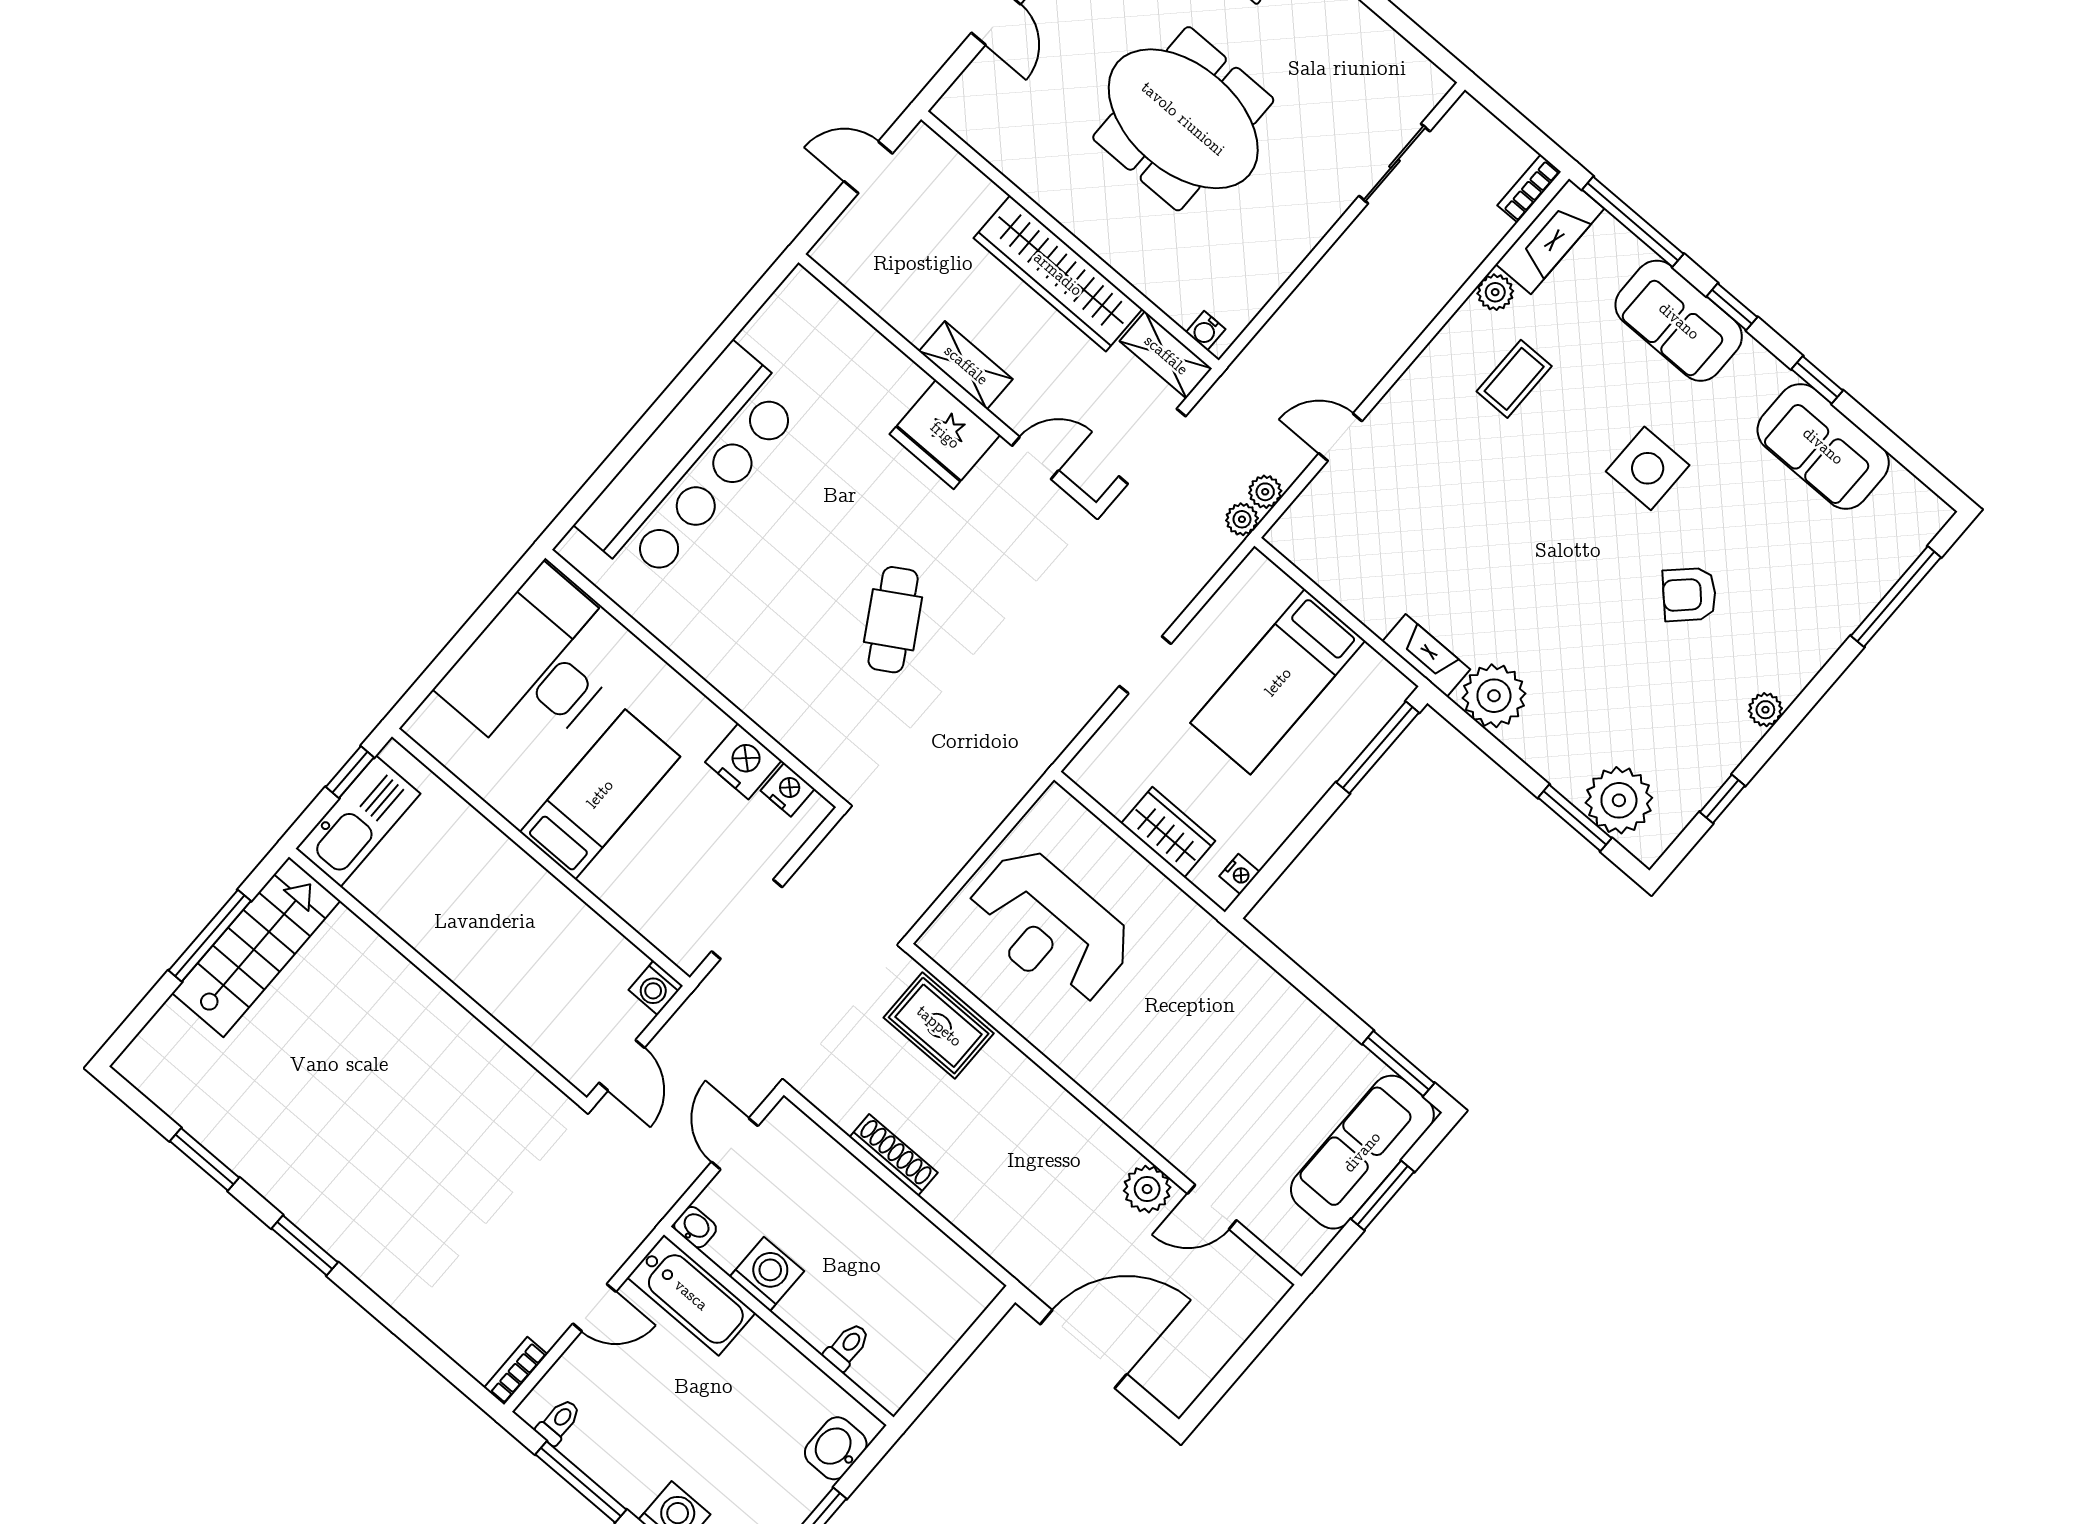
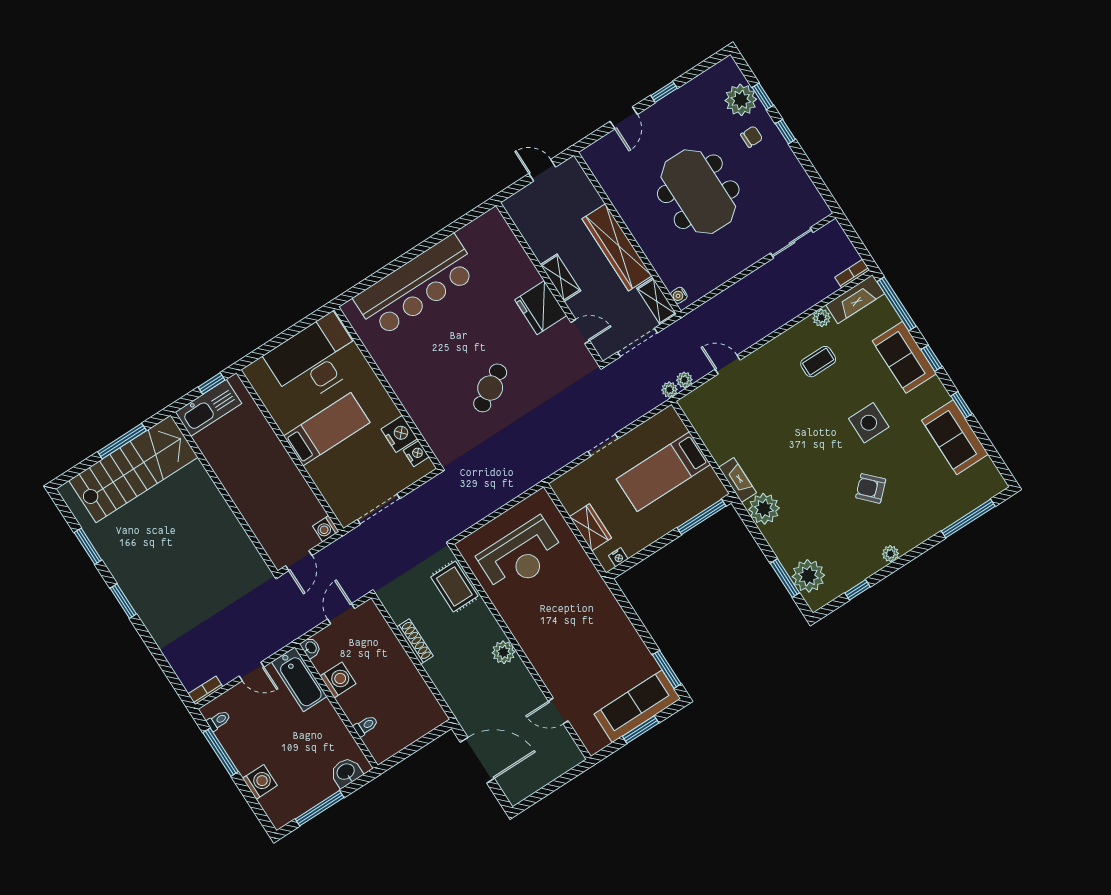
reception desk: (1050, 927) -> (521, 556), turned -90
stairs: (256, 947) -> (133, 469), width x1.36, depth x1.51
plant: (1147, 1189) -> (504, 652), moved

